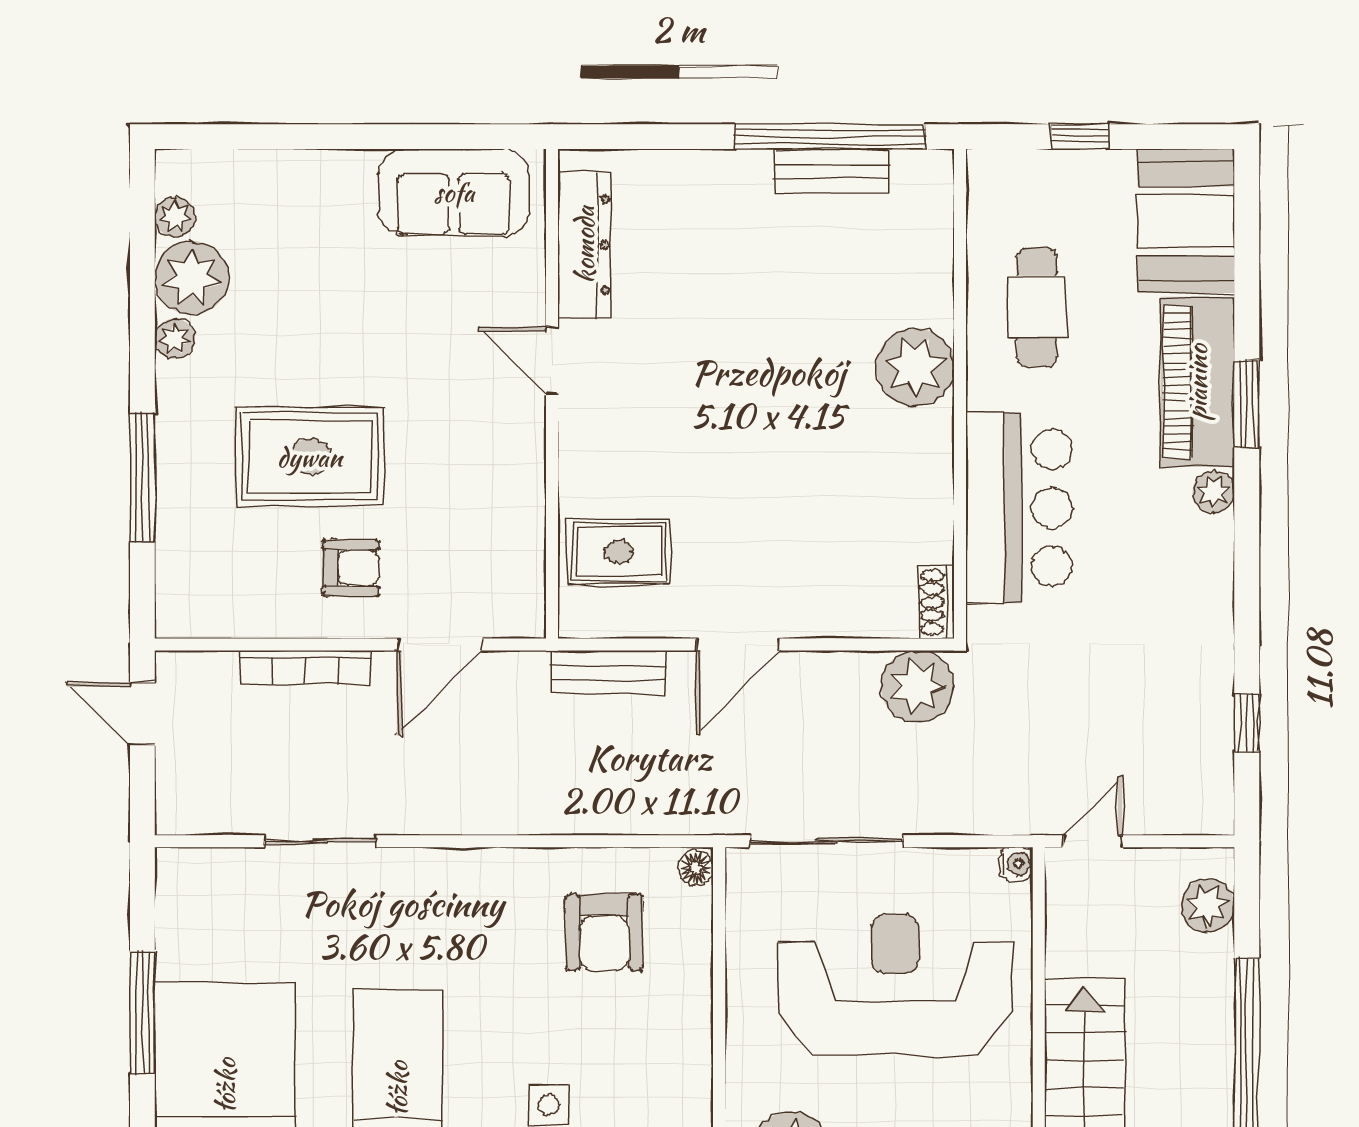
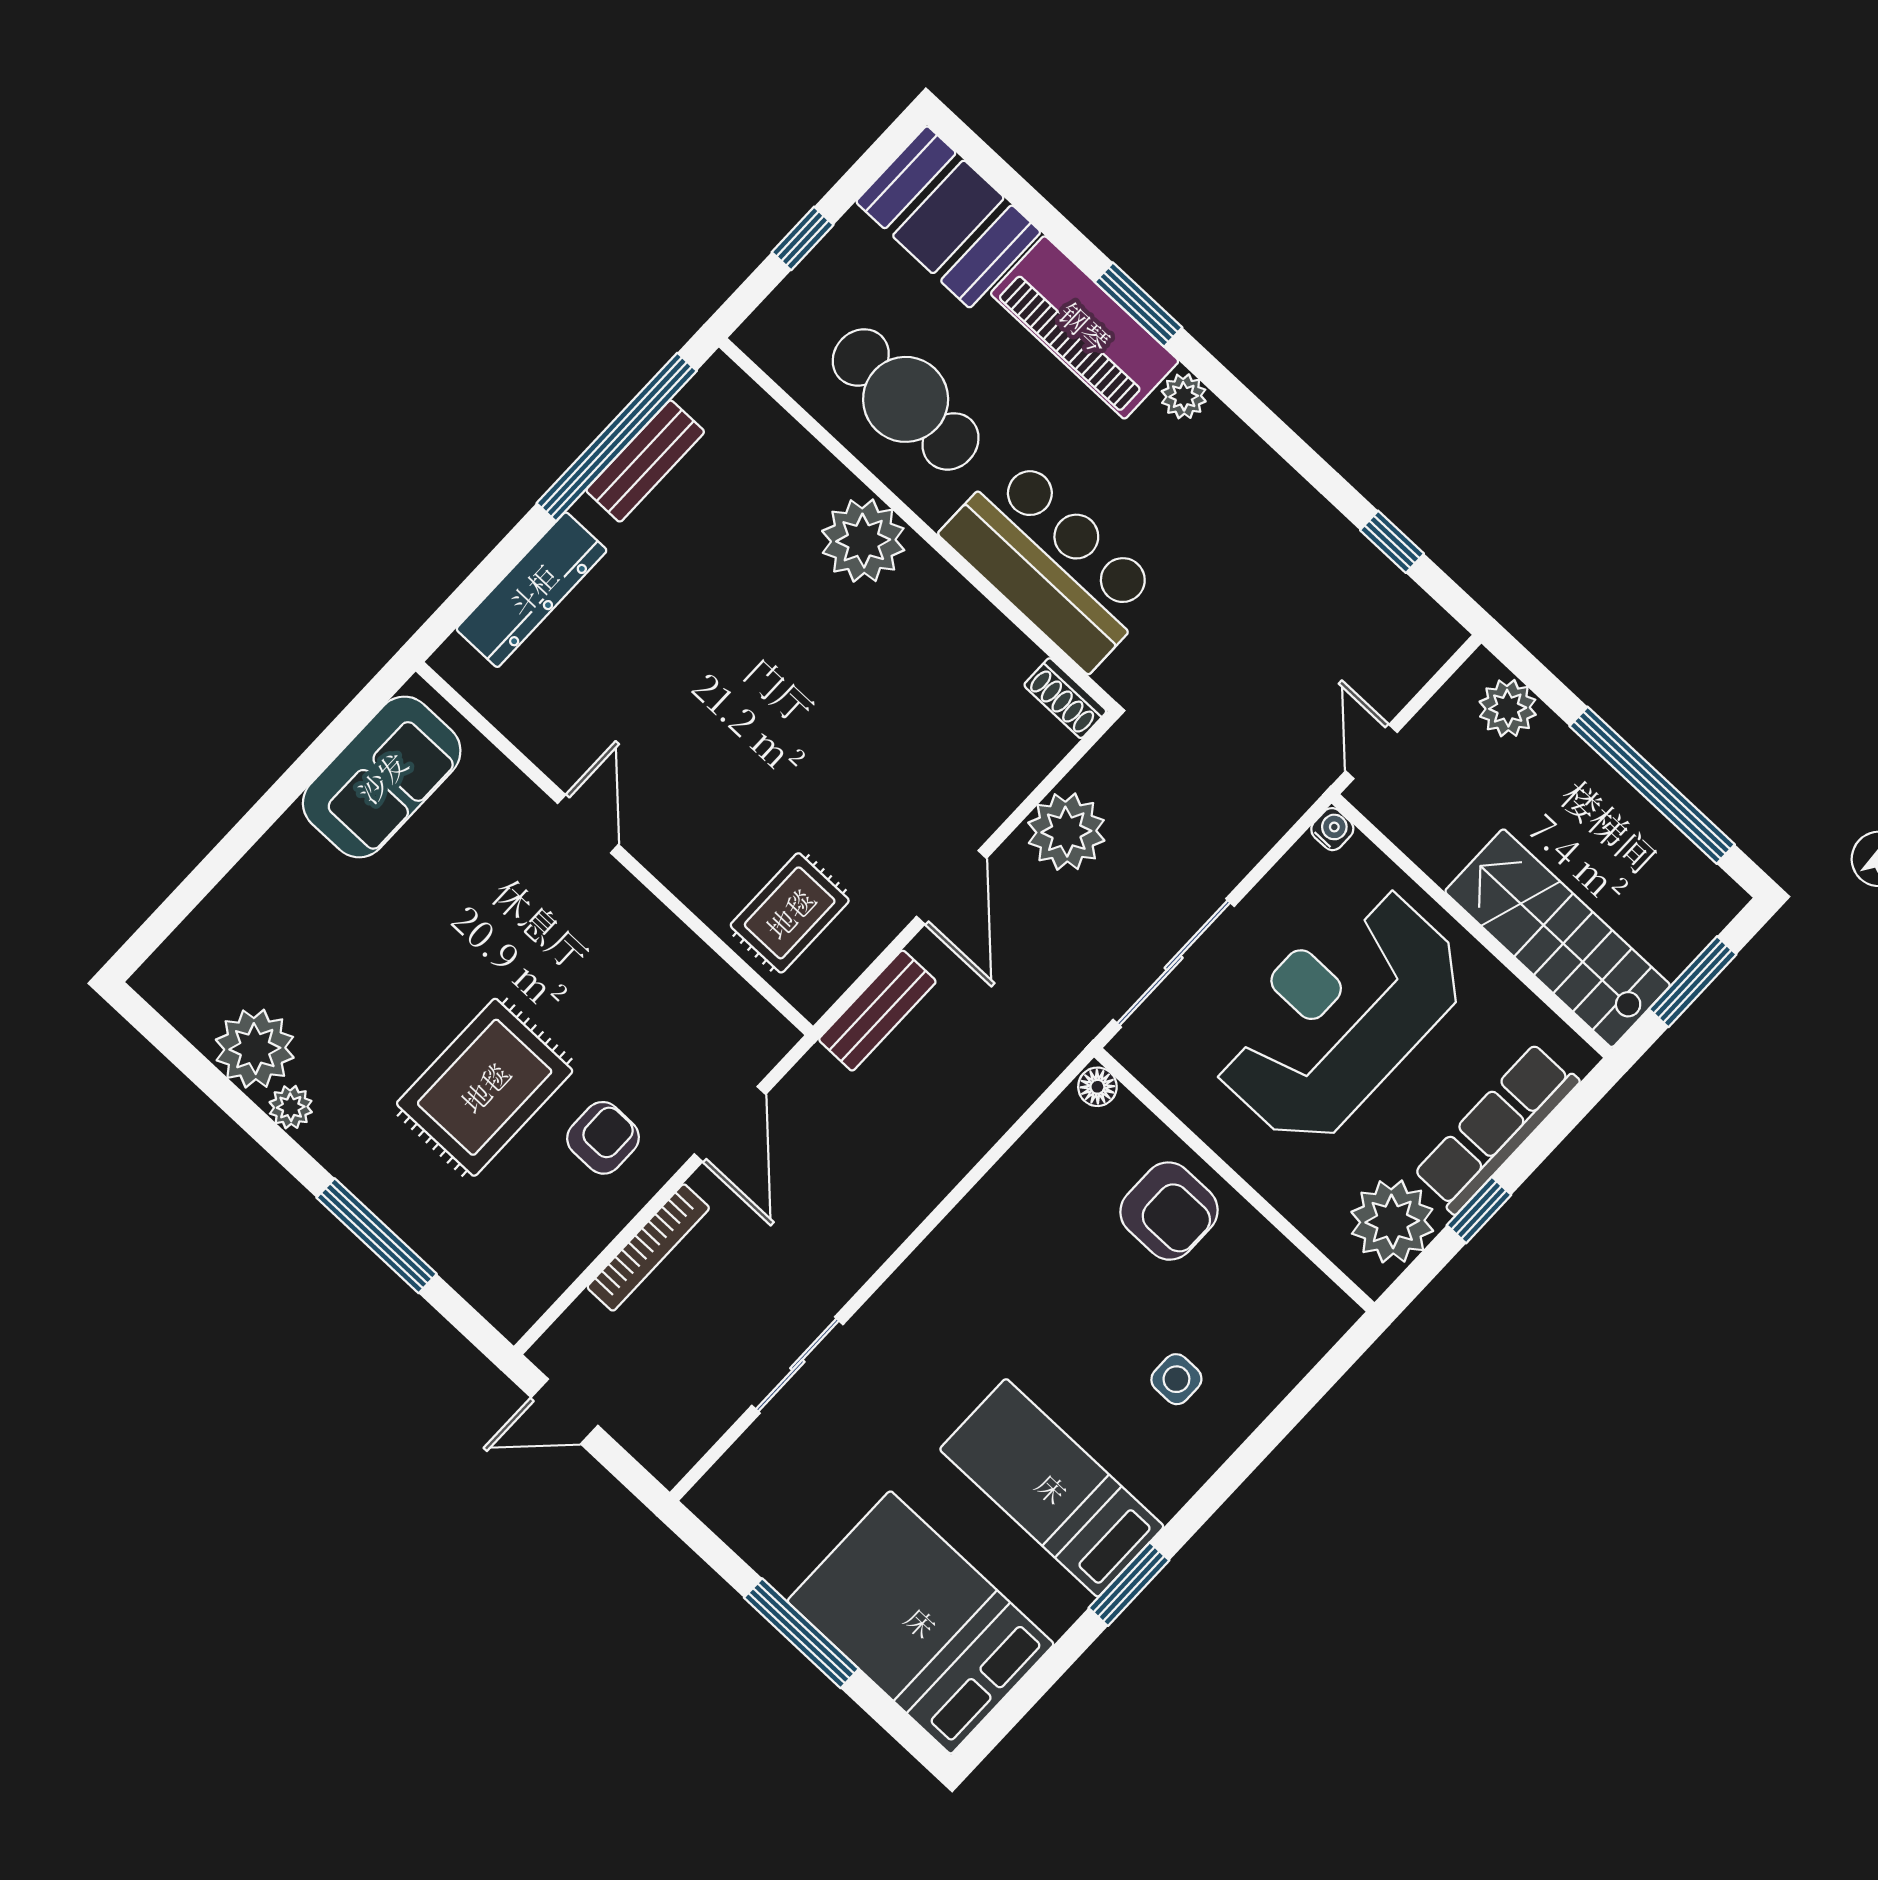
plant: (175, 217) -> (194, 1017), removed
dresser: (584, 245) -> (532, 590), moved, turned 90
cafe table: (1037, 307) -> (906, 399), width x1.37, depth x1.35
door: (552, 360) -> (588, 824), swing flipped
plant: (917, 687) -> (1066, 832), moved
armchair: (604, 932) -> (1169, 1211), moved

